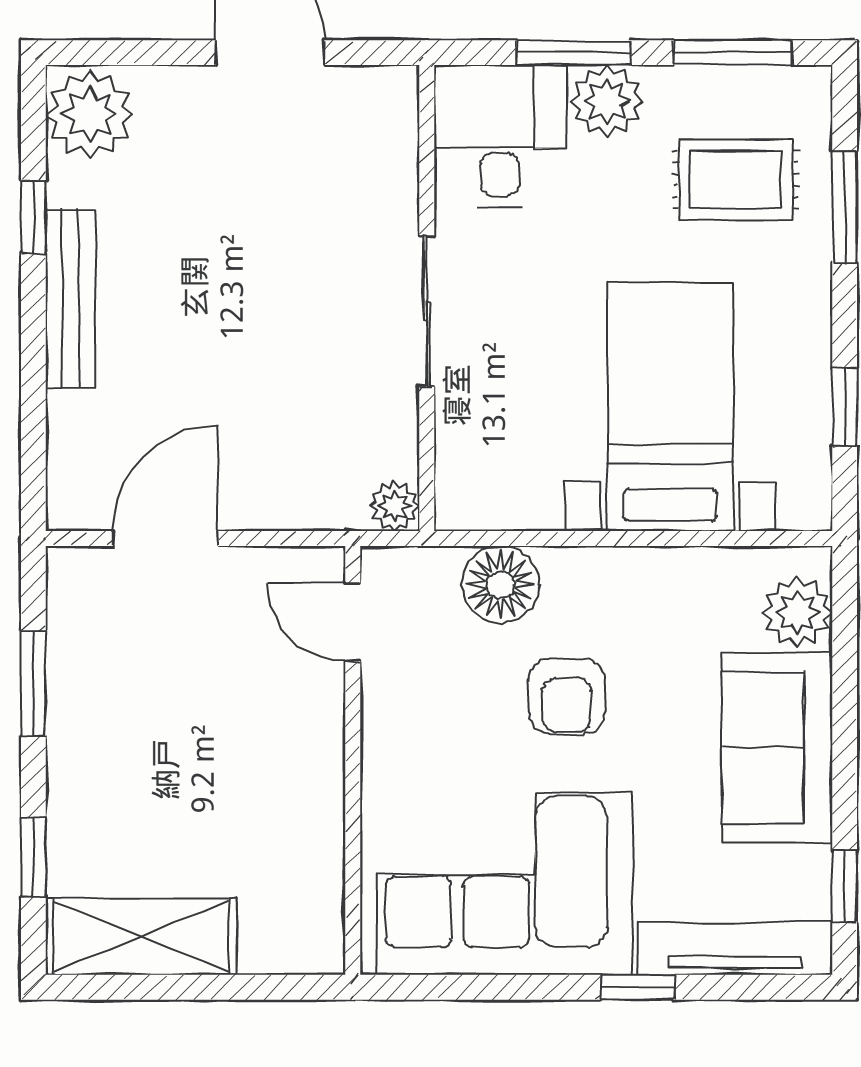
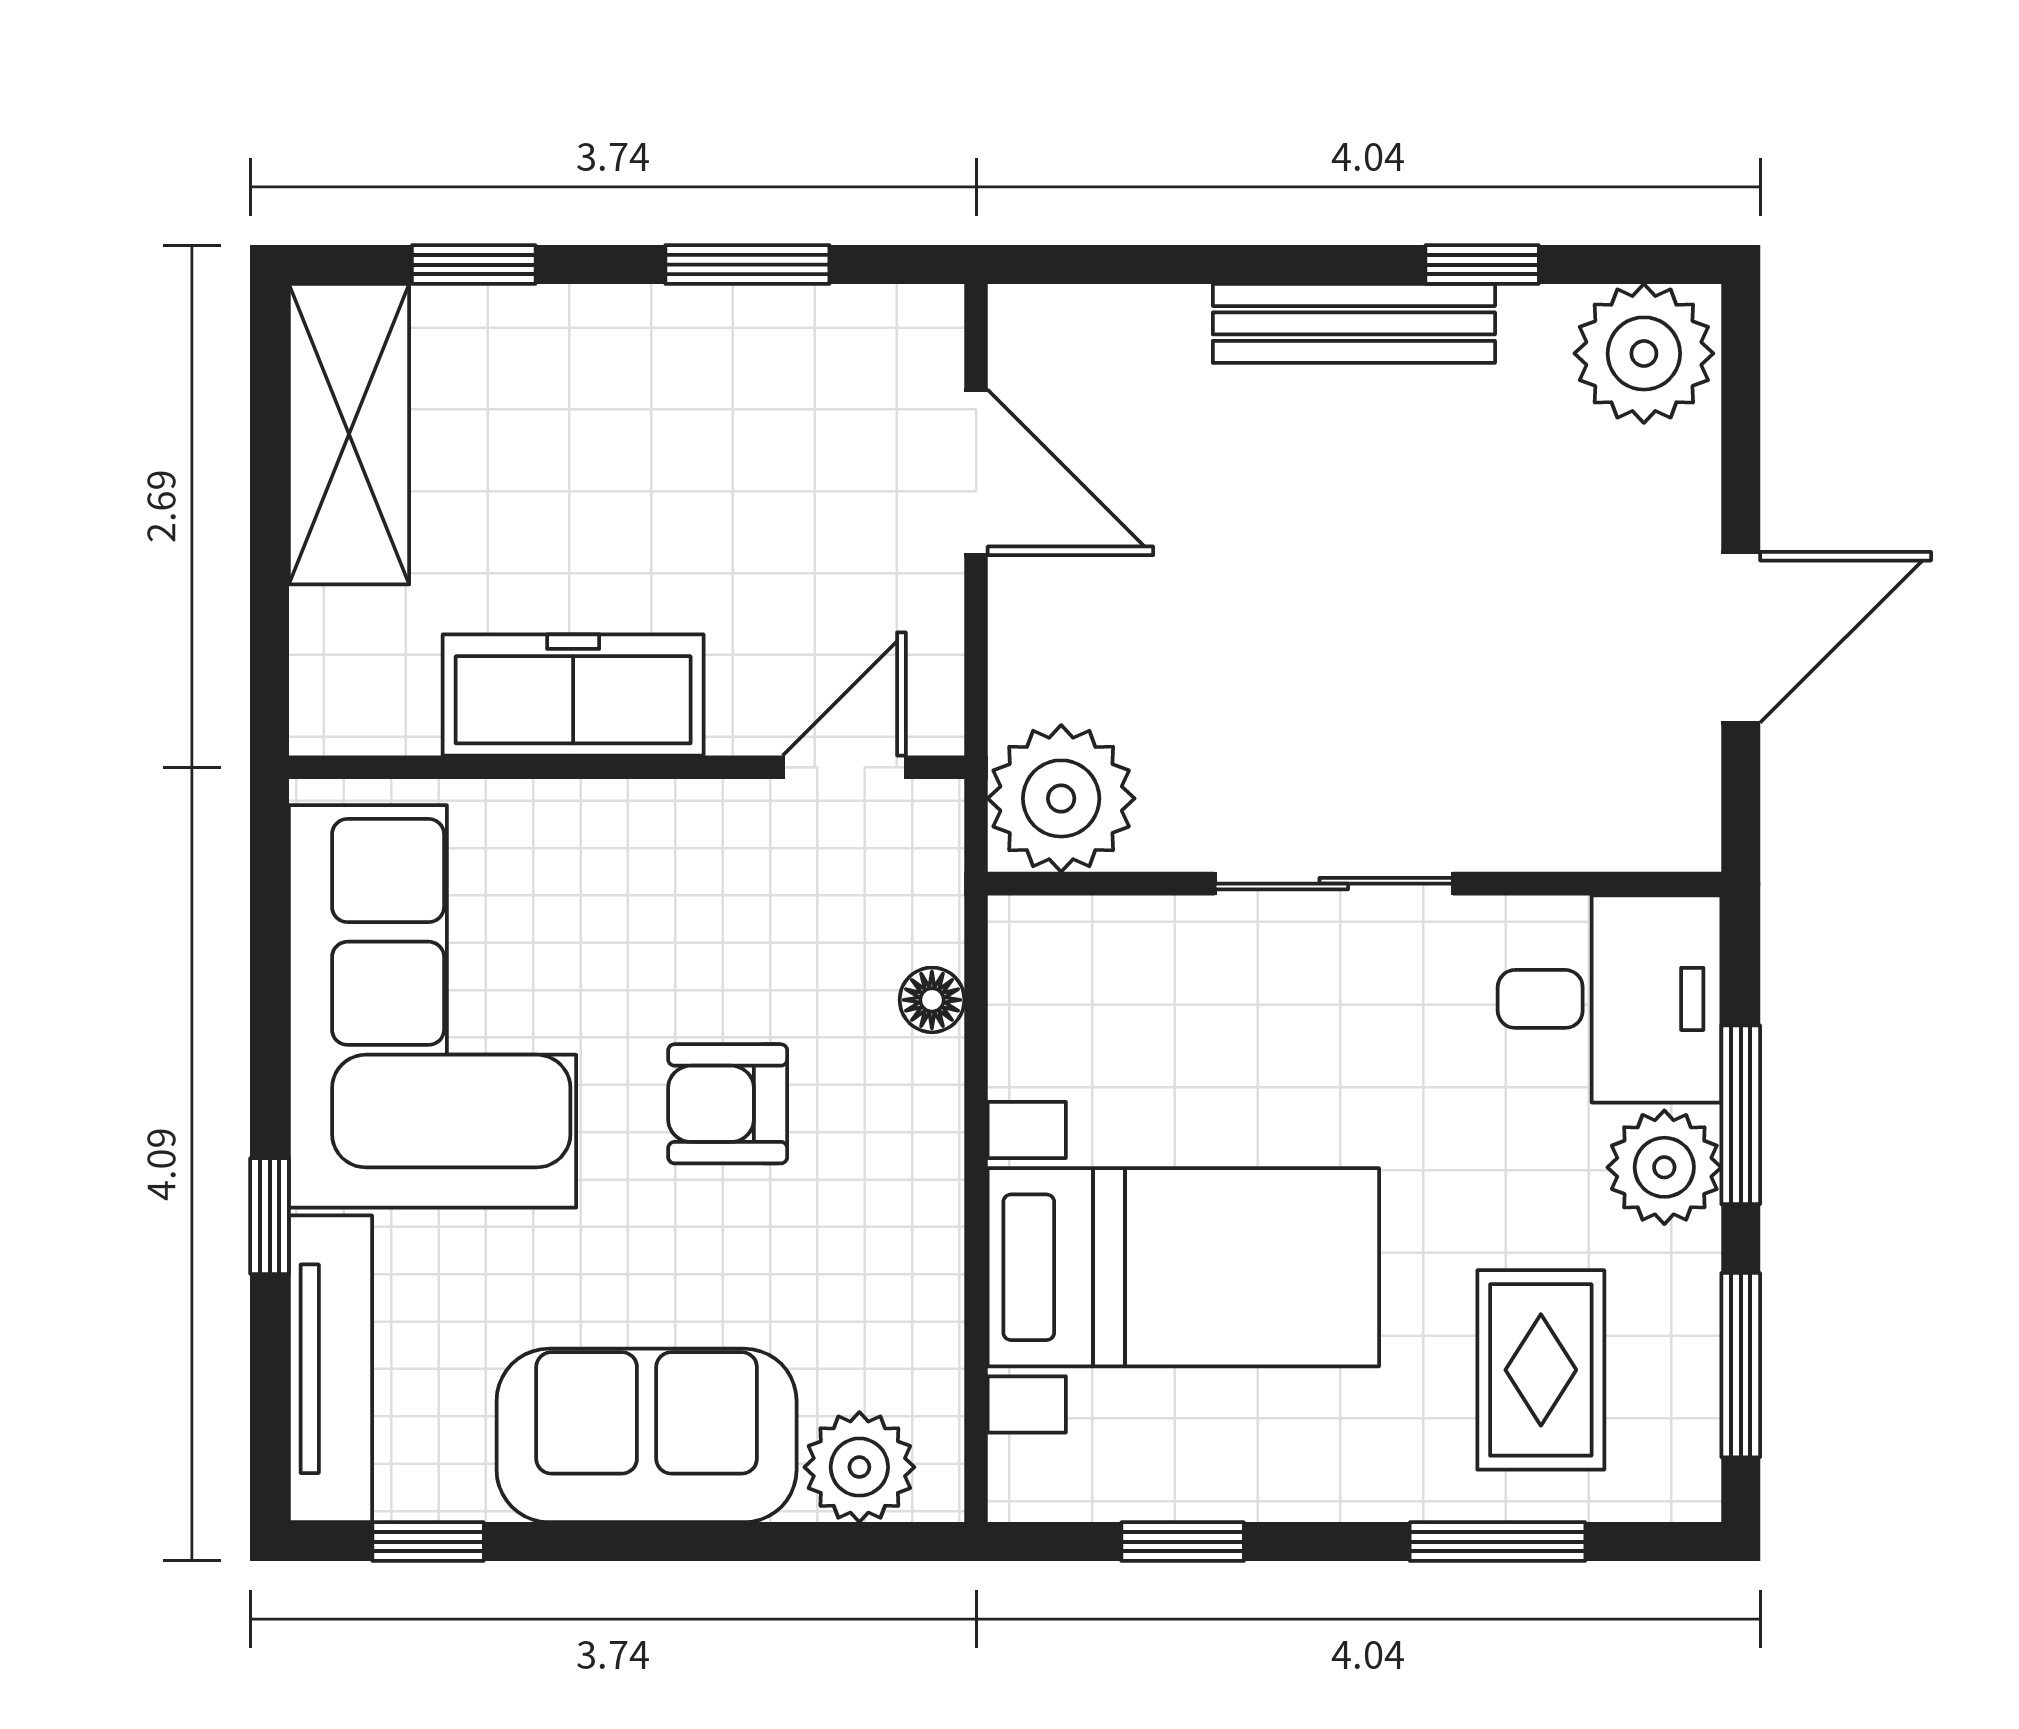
plant: (394, 506) -> (1061, 798), width x1.87, depth x1.87
floor lamp: (501, 585) -> (932, 1000), width x0.53, depth x0.53
freezer: (307, 794) -> (573, 695), added

